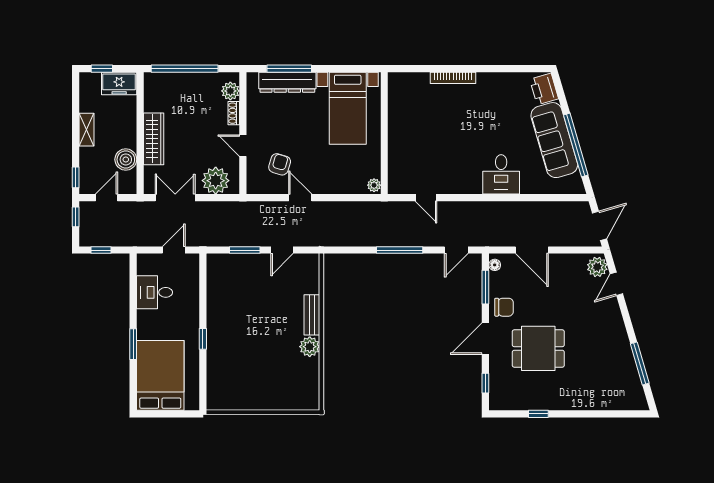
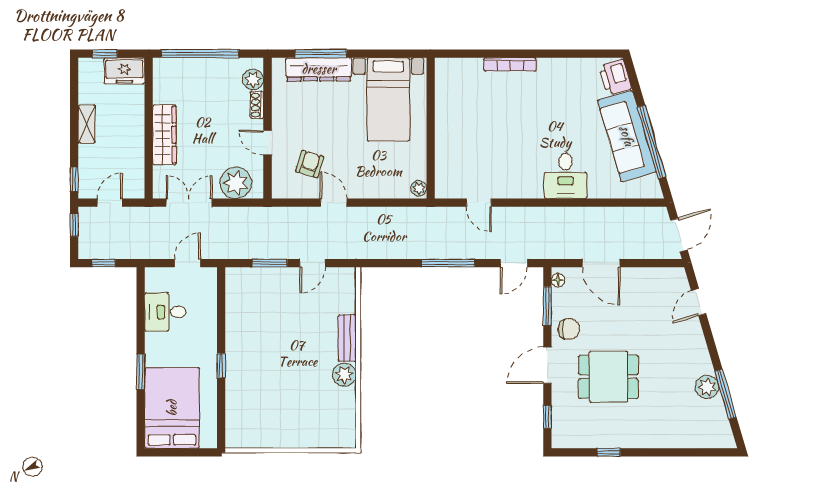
boiler: (126, 159) -> (132, 159), removed
plant: (597, 267) -> (707, 387), moved

